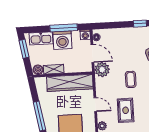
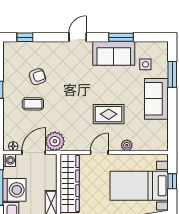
coffee table: (131, 79) -> (33, 104), moved

